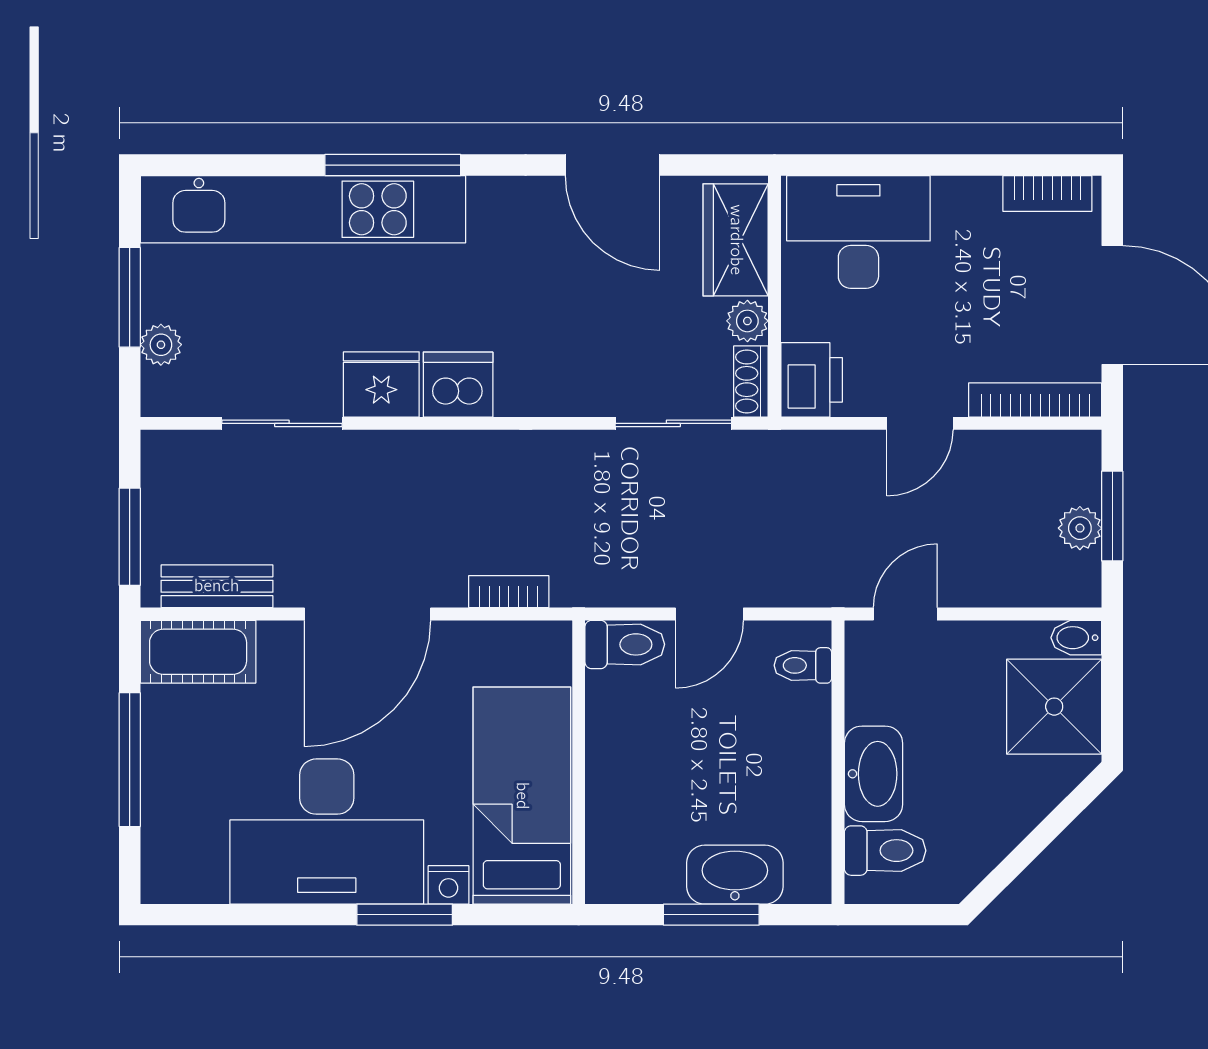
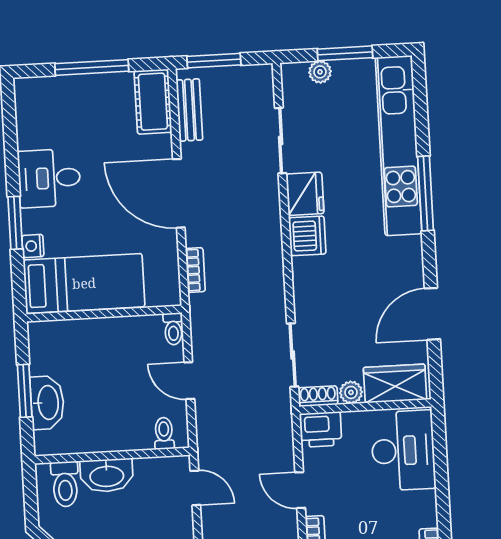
toilet: (625, 644) -> (173, 329), width x0.73, depth x0.72
desk: (327, 832) -> (49, 178), width x0.53, depth x0.77

